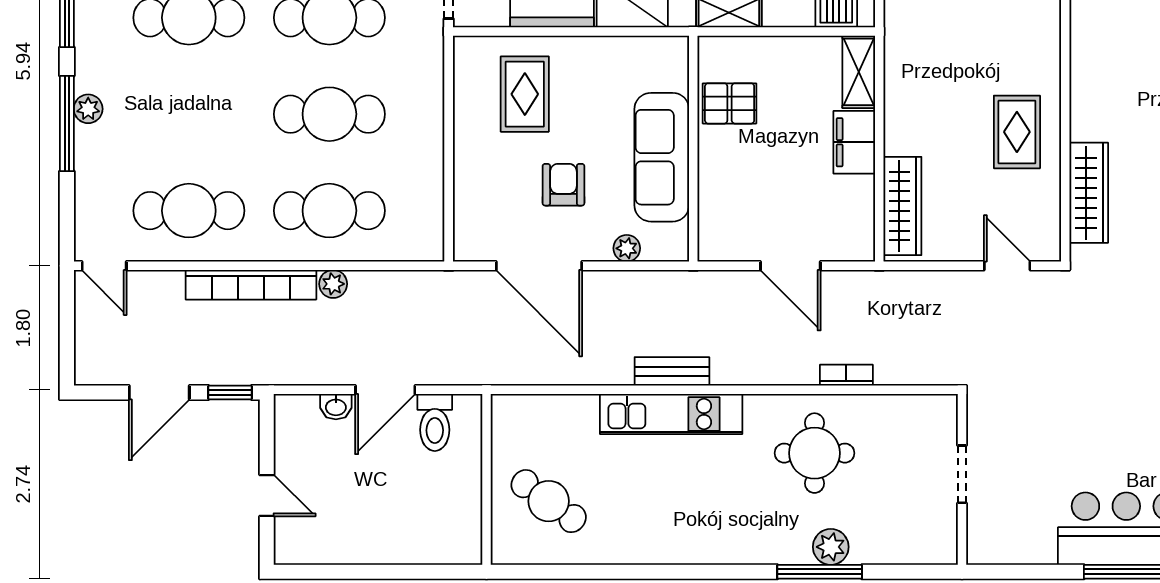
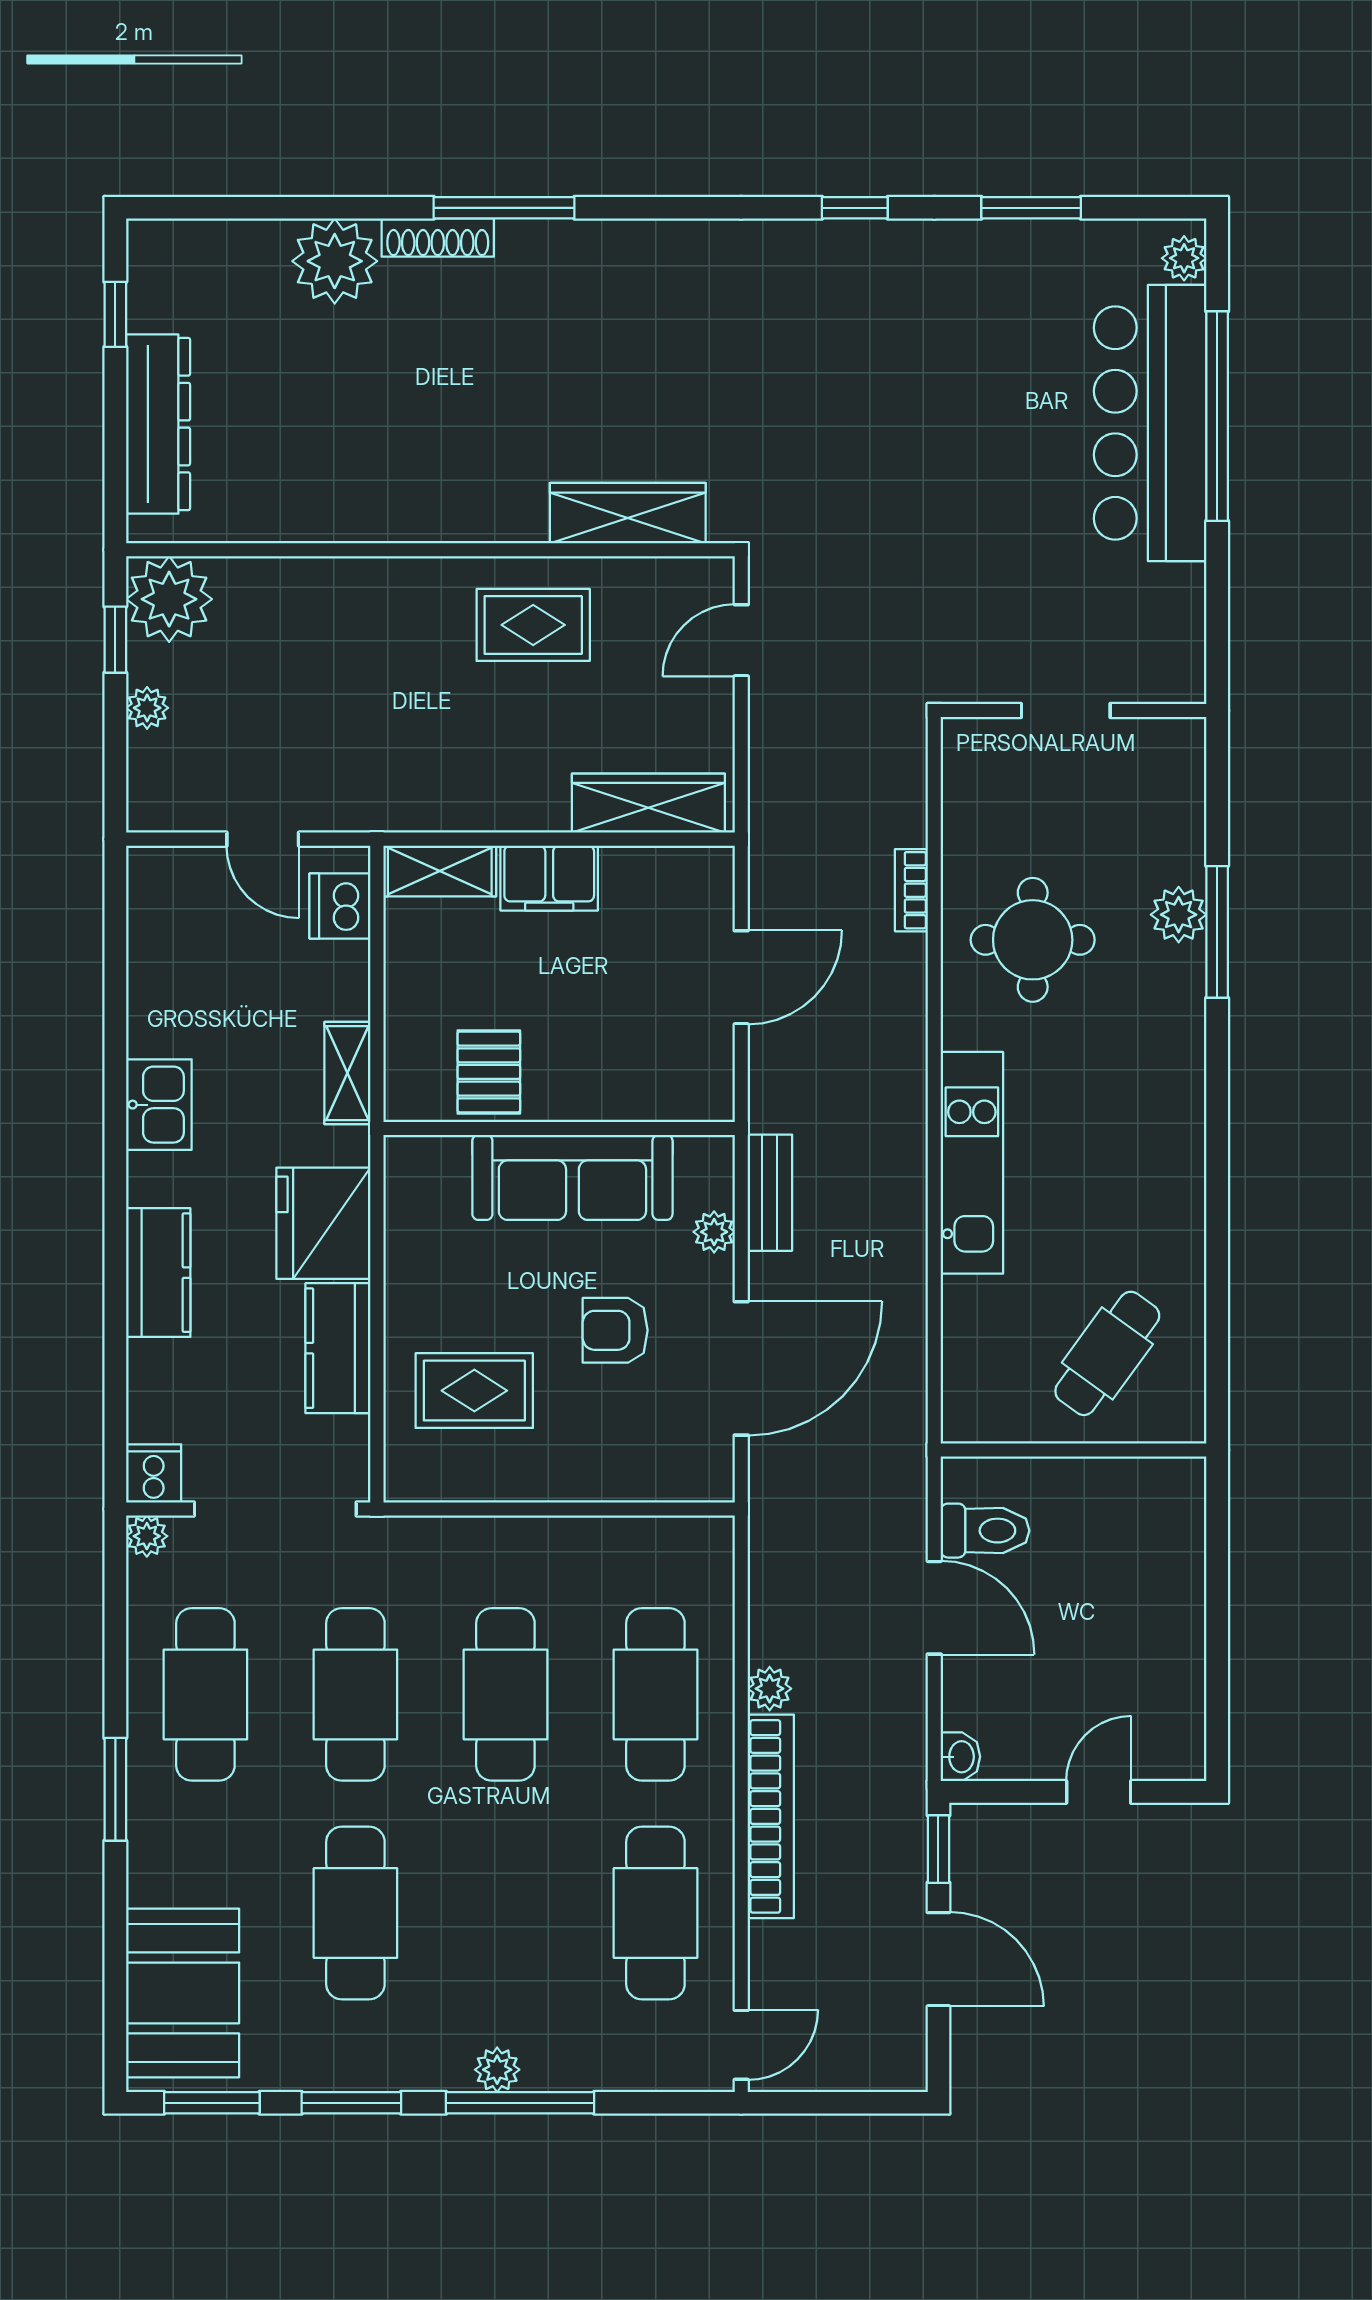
bench: (672, 371) -> (770, 1193), moved
washbasin: (336, 407) -> (960, 1757), moved

